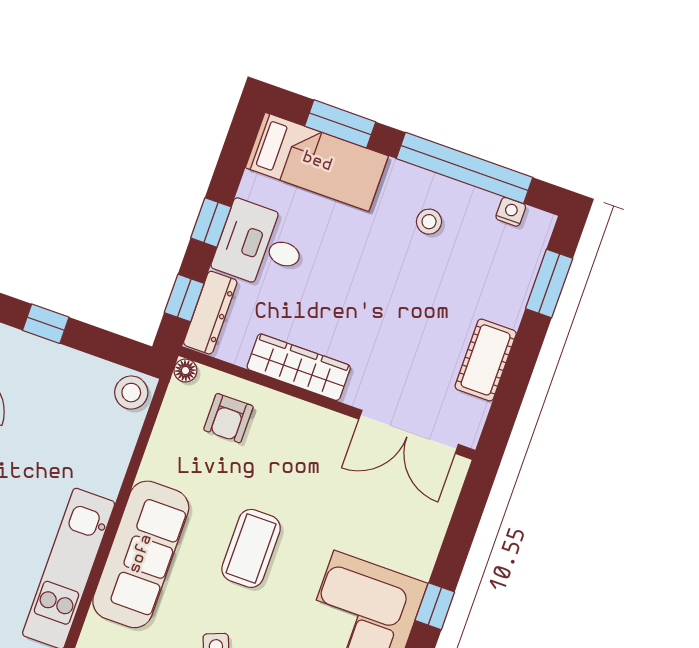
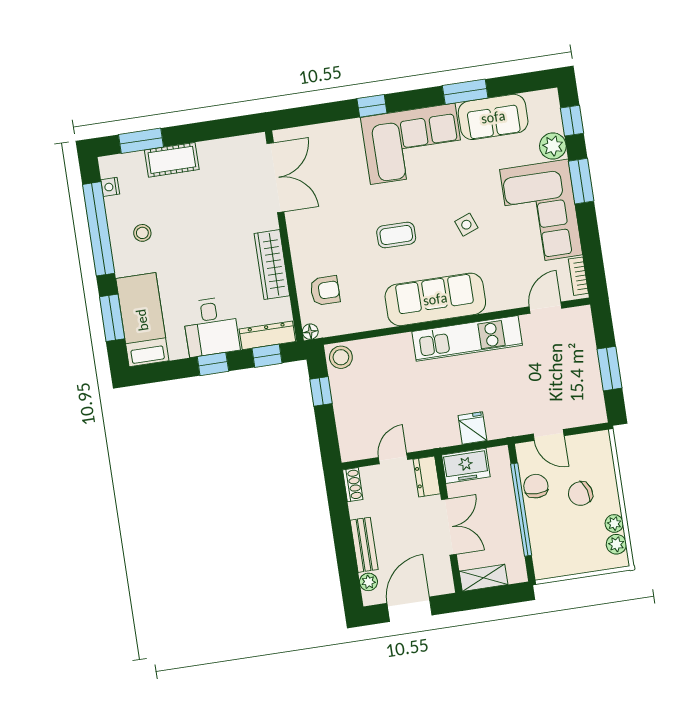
window: (46, 324) -> (321, 391), moved
cot: (486, 360) -> (172, 160), moved
coffee table: (251, 548) -> (396, 235), width x0.73, depth x0.77

